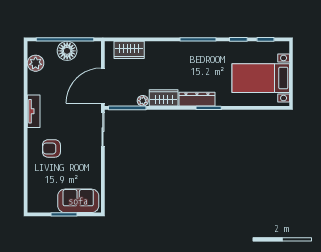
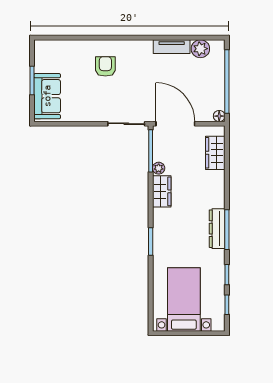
floor lamp: (67, 51) -> (219, 116), moved, width x0.53, depth x0.53
dresser: (197, 99) -> (217, 229), moved, turned 180
tv unit: (34, 111) -> (172, 47), moved

